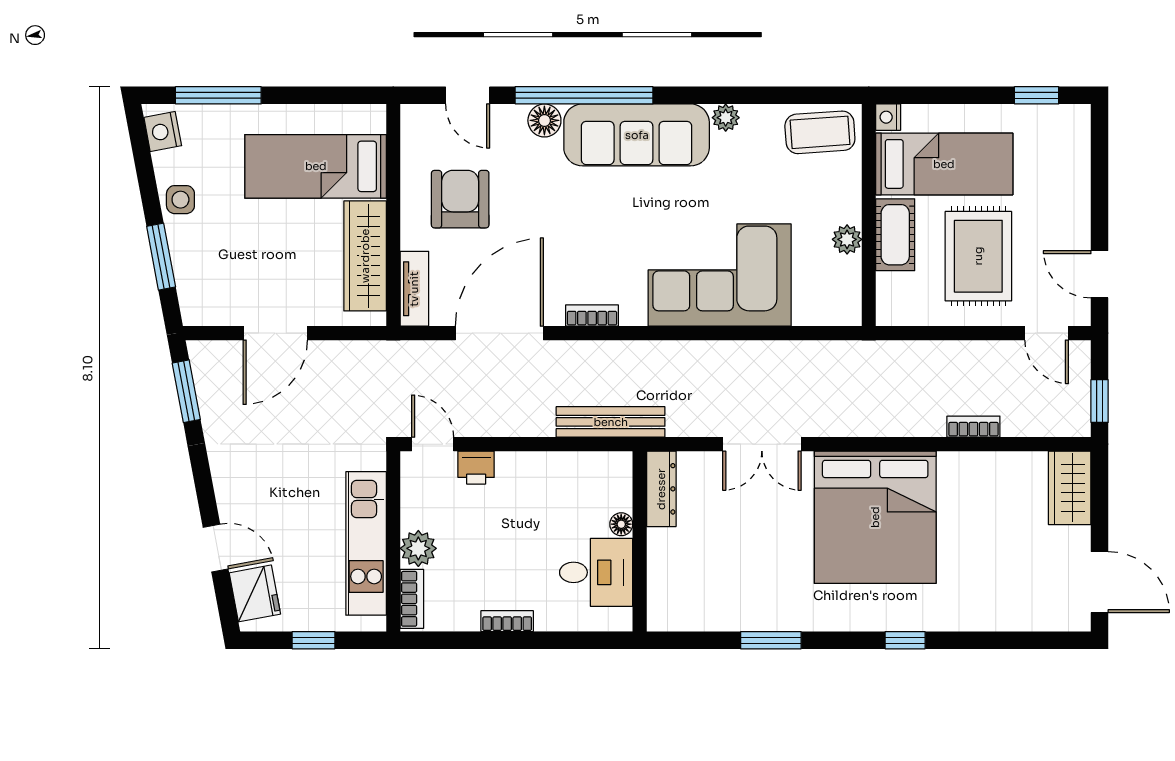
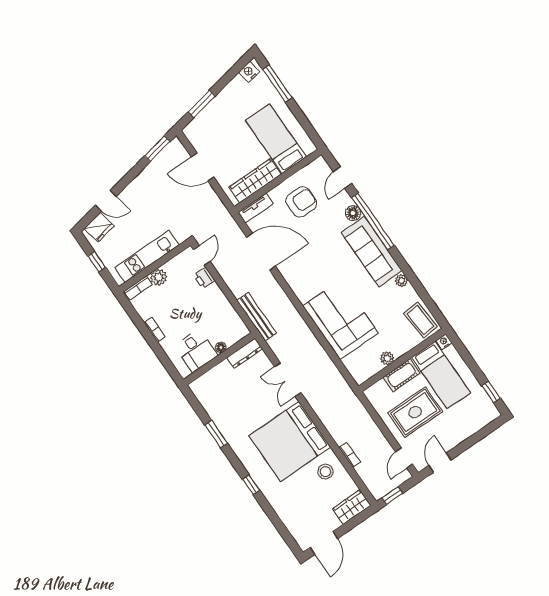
side table: (180, 200) -> (228, 96), removed
bookcase: (592, 316) -> (292, 282), removed
stool: (974, 491) -> (325, 472), added
door: (216, 548) -> (106, 201), hinge flipped

